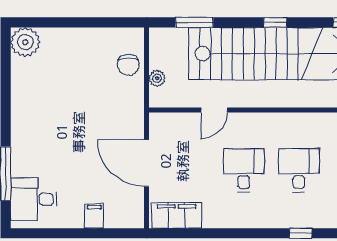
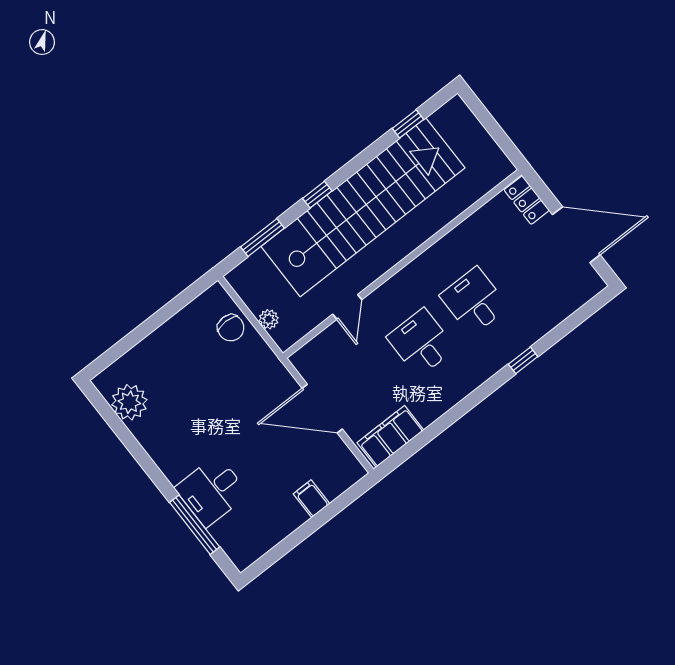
window: (275, 22) -> (317, 195), moved
plant: (25, 42) -> (129, 402), moved
desk: (34, 199) -> (212, 491), moved

